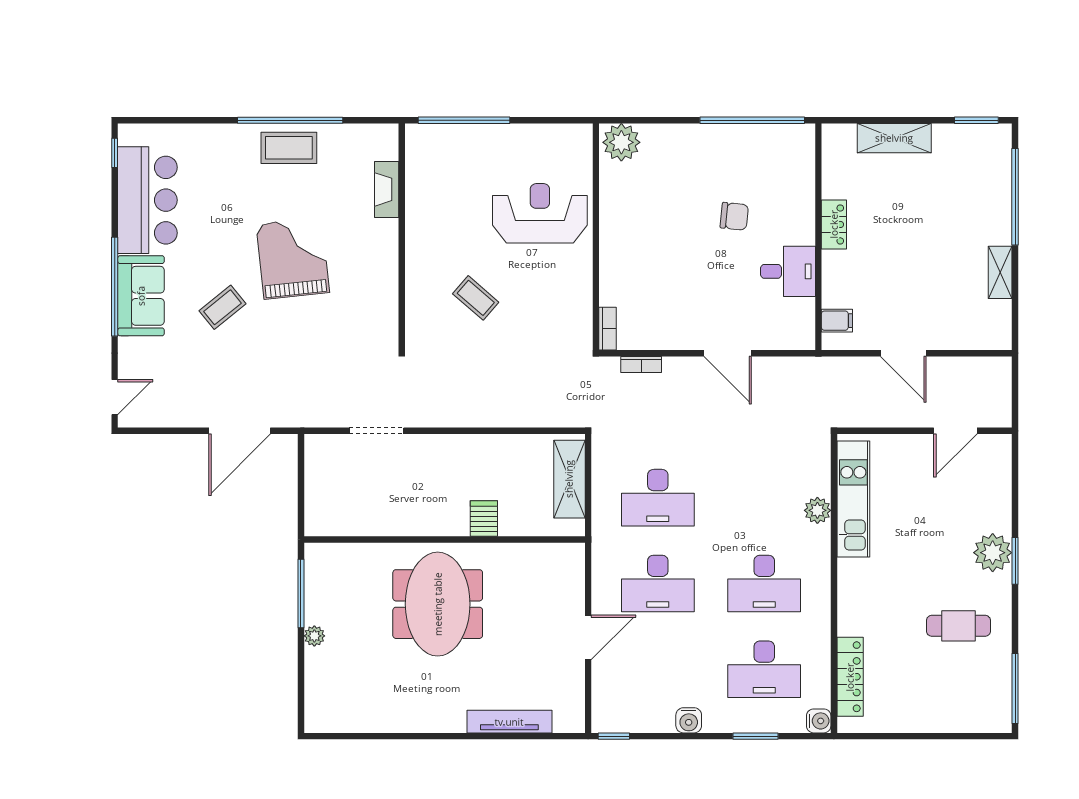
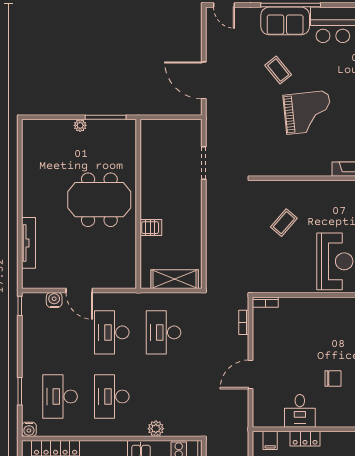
chair: (734, 216) -> (333, 378), turned -96
locker: (834, 224) -> (305, 439), moved
water cooler: (689, 720) -> (54, 300), moved, turned 90

